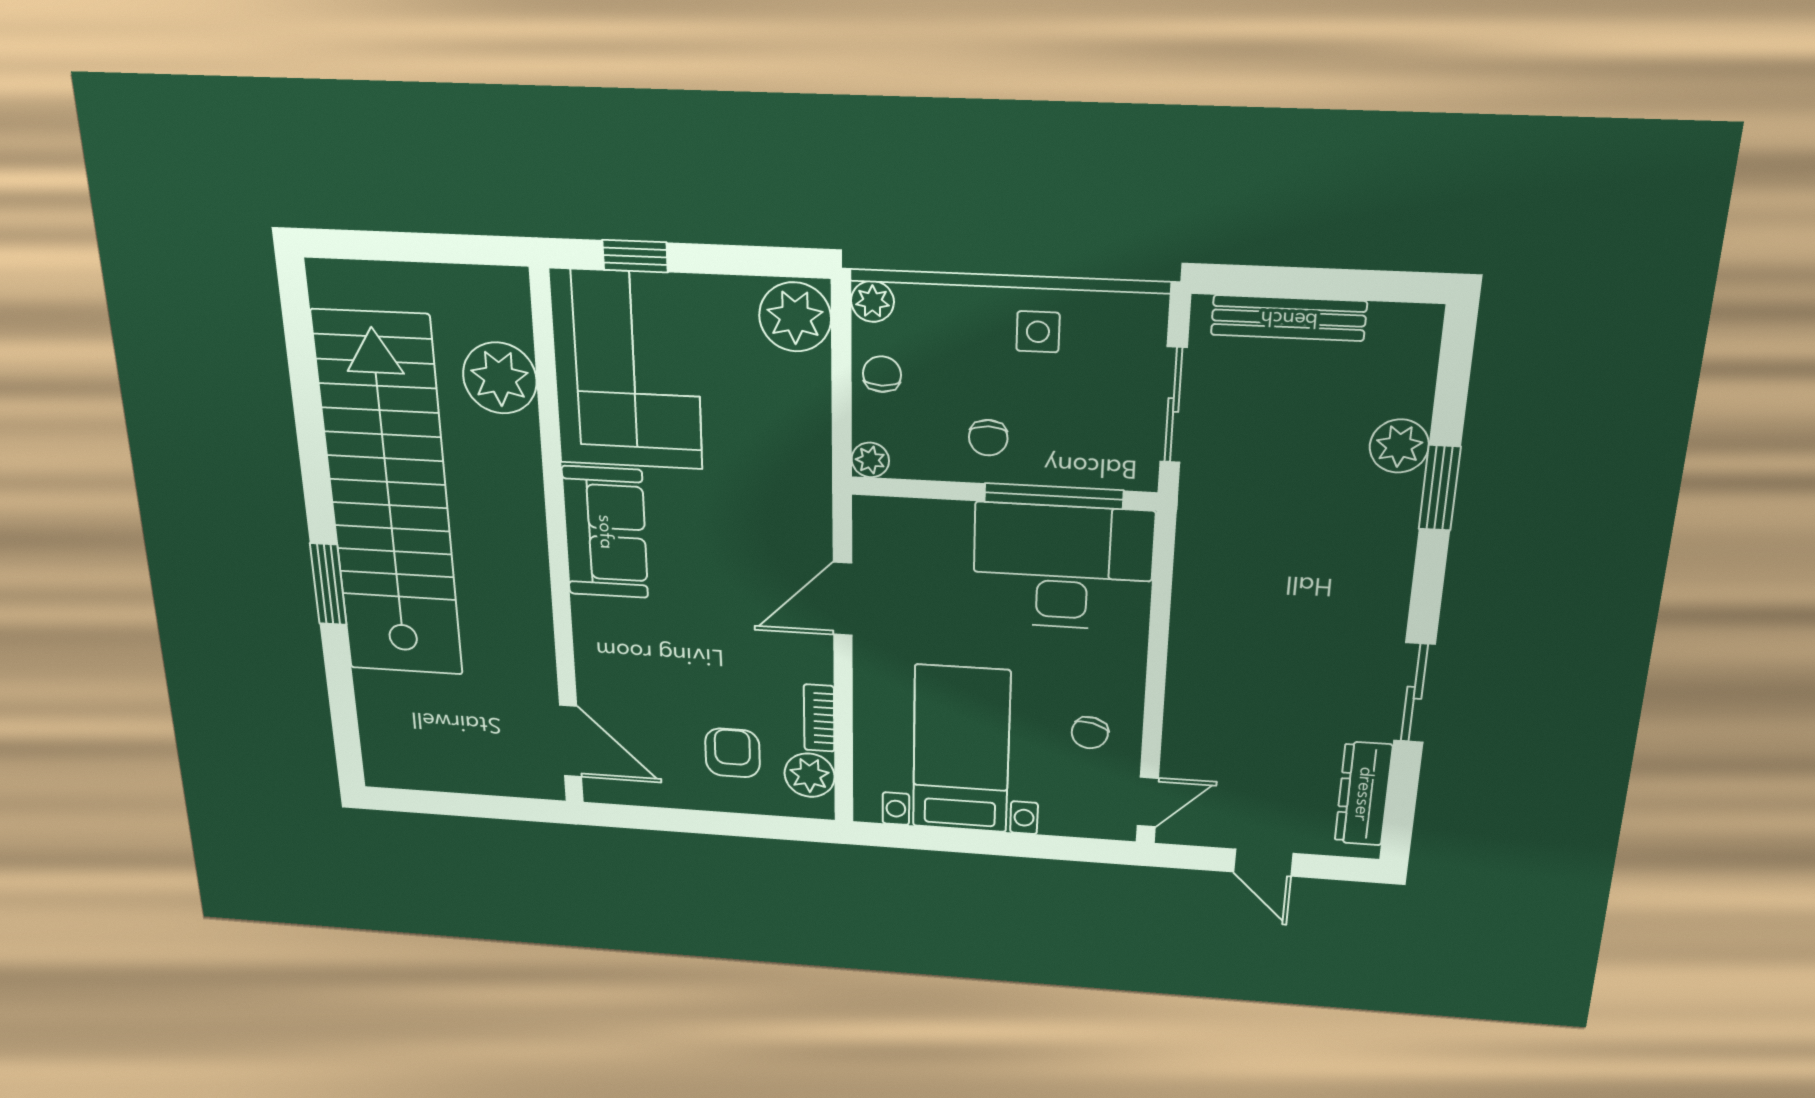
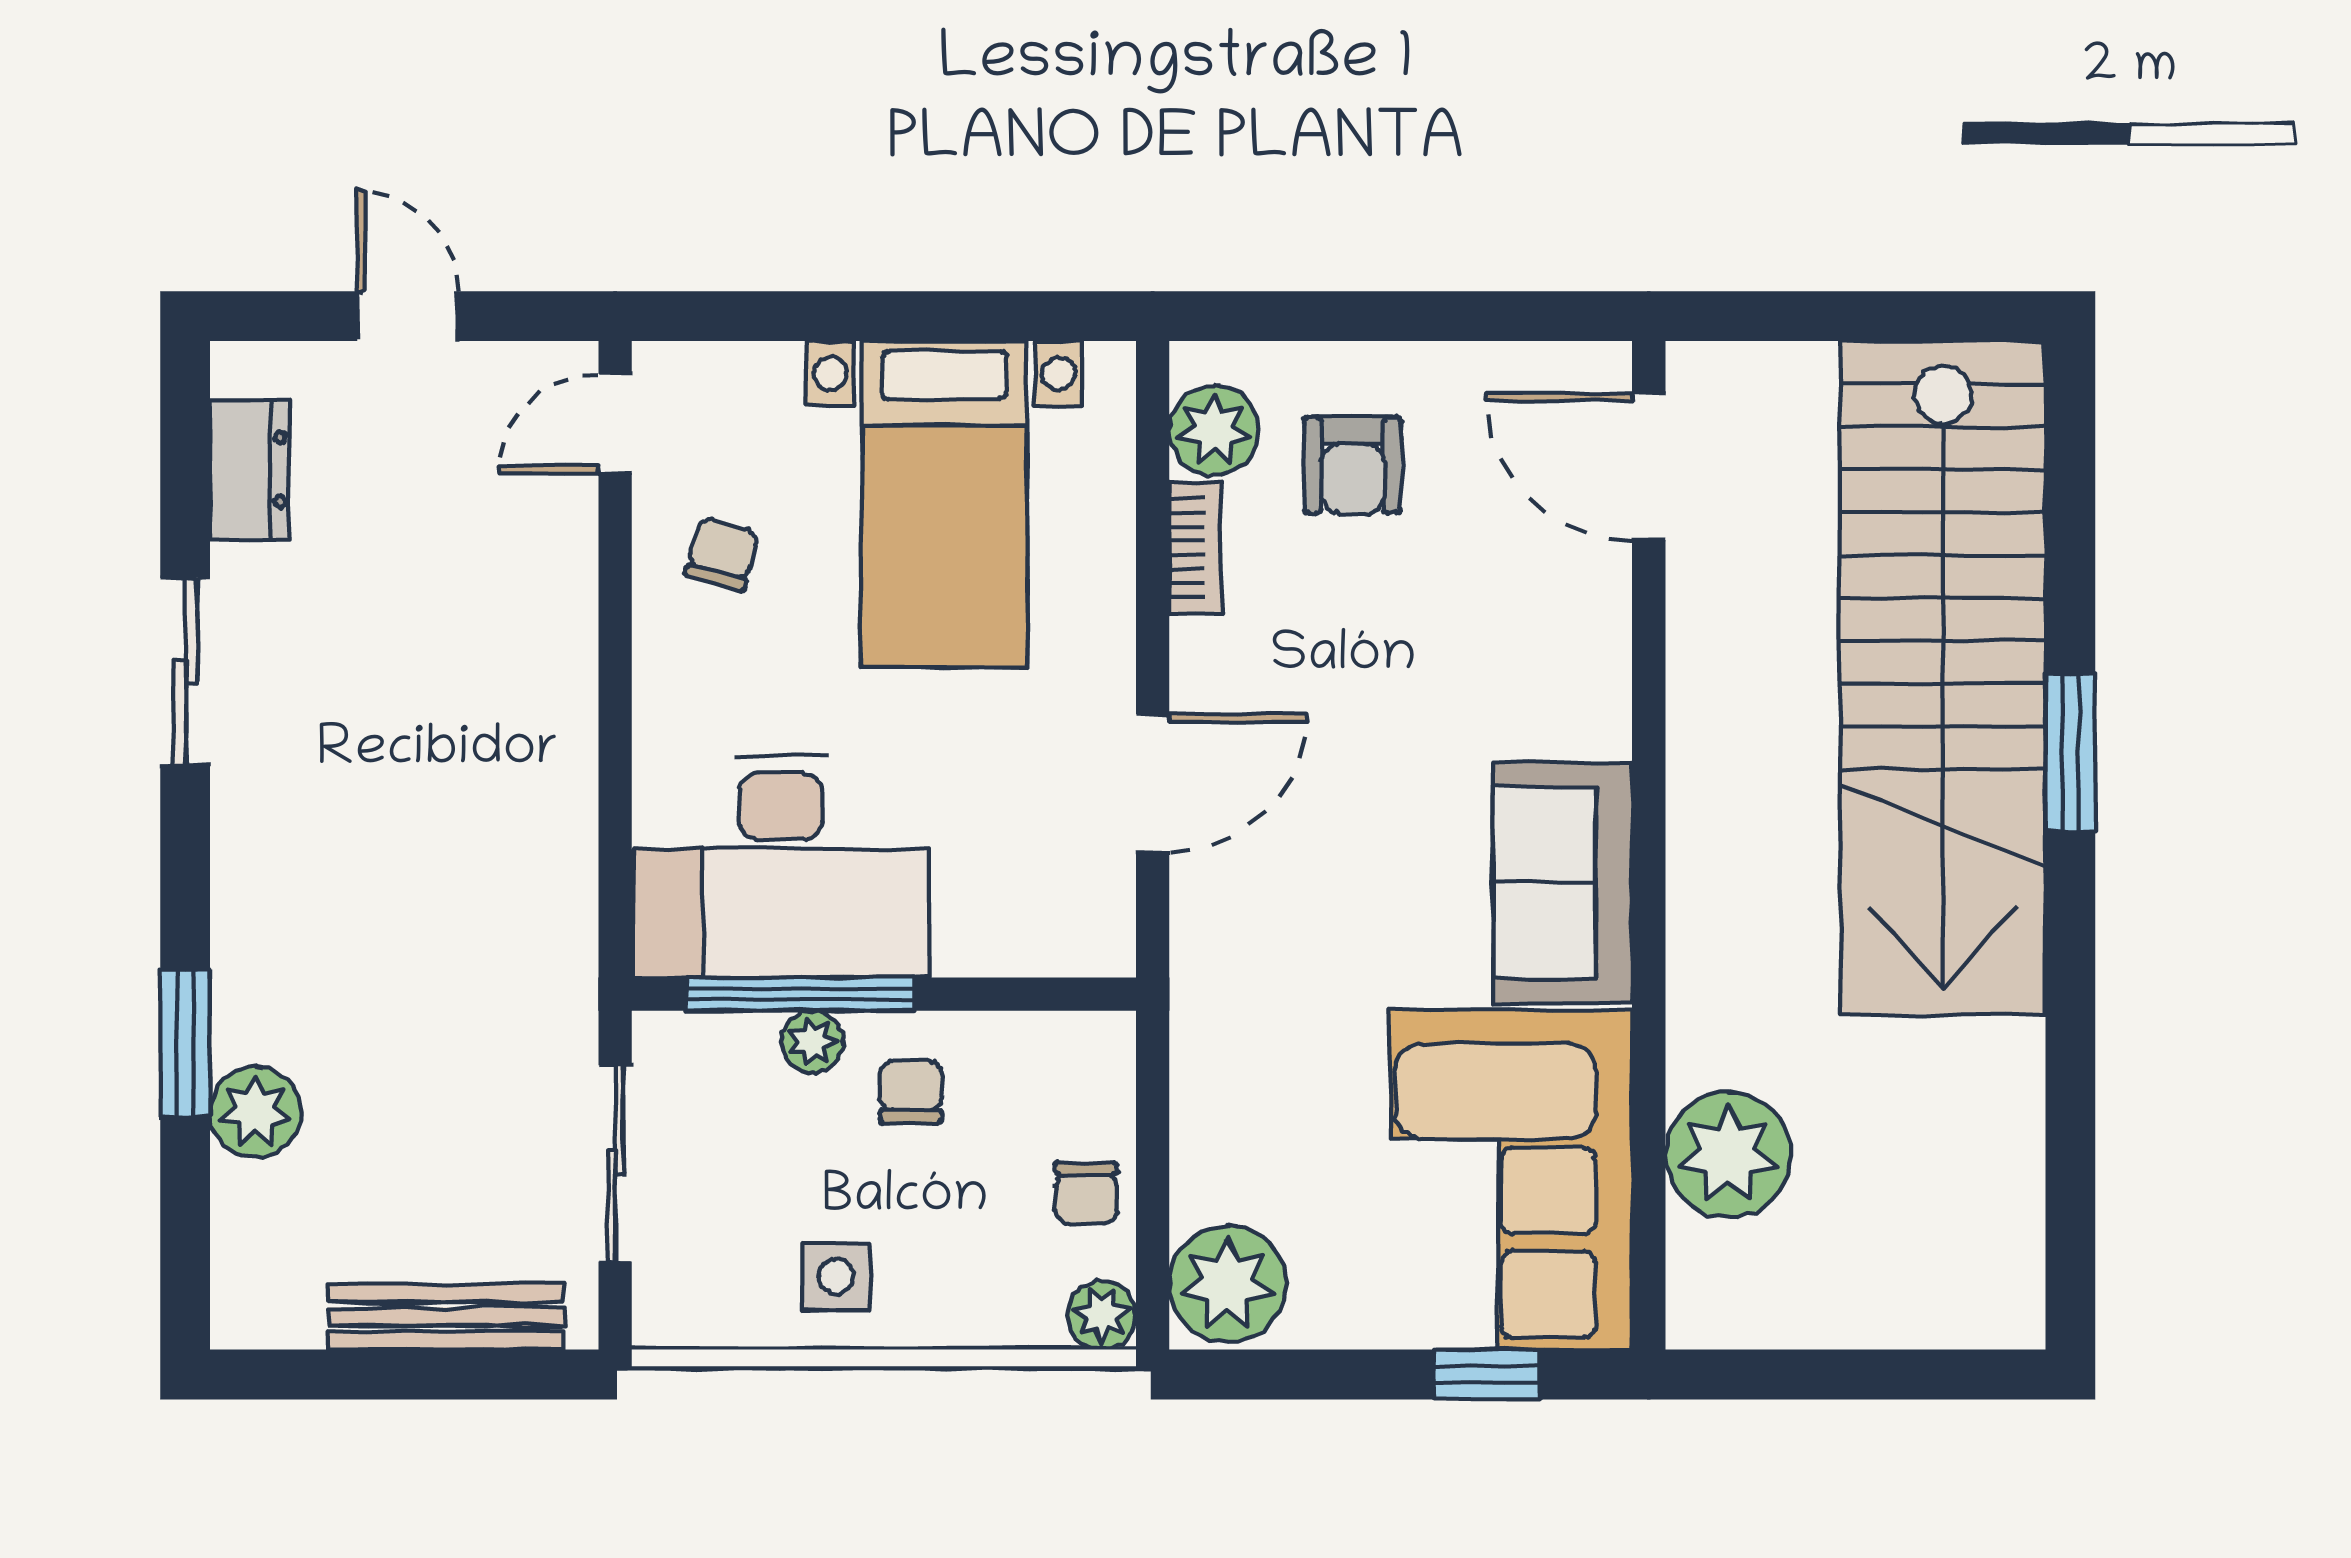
plant: (870, 460) -> (813, 1042), moved
stairs: (389, 498) -> (1943, 678), moved
dresser: (1363, 794) -> (249, 470), width x0.70

